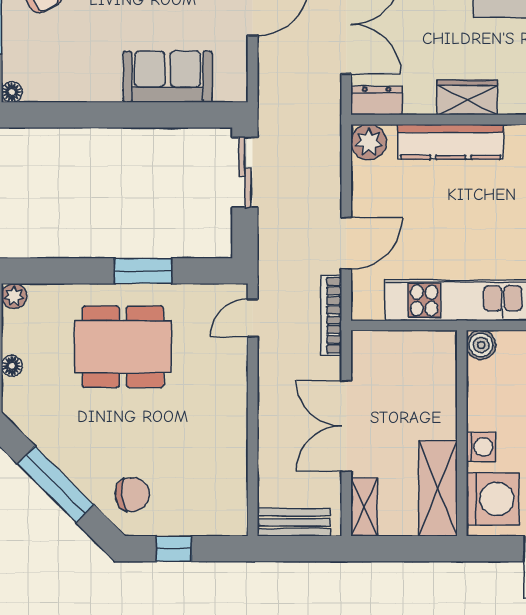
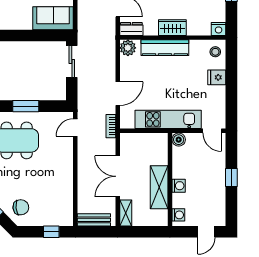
sofa: (168, 77) -> (53, 18), moved
bookcase: (331, 315) -> (111, 126), width x0.64
shelving: (438, 488) -> (159, 187), moved
washing machine: (493, 499) -> (178, 215), width x0.53, depth x0.53
window: (174, 549) -> (51, 232), moved

